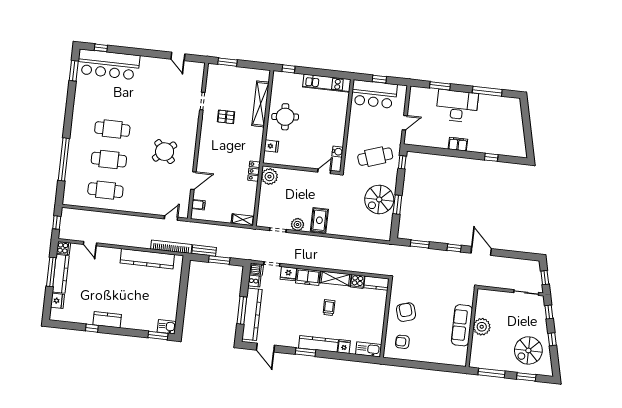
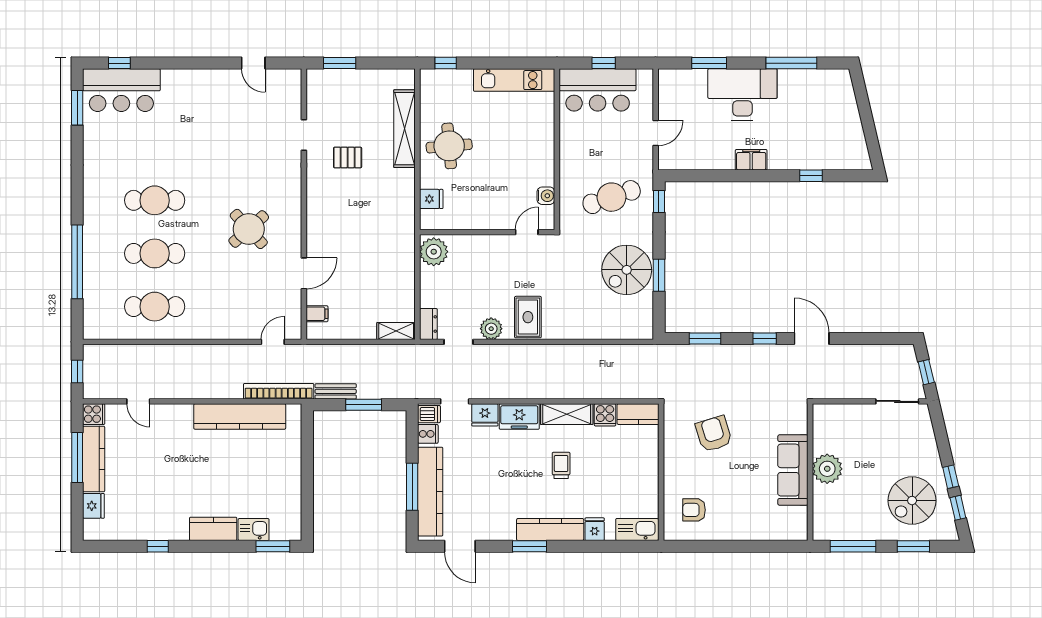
bar counter: (108, 64) -> (121, 90), width x0.73
locker: (254, 171) -> (406, 245), removed
dresser: (262, 218) -> (428, 324), added
armchair: (406, 312) -> (714, 434), moved
window: (549, 312) -> (958, 508), moved
kitchen counter: (107, 320) -> (213, 529), moved
kitchen sink: (167, 327) -> (254, 530), moved

